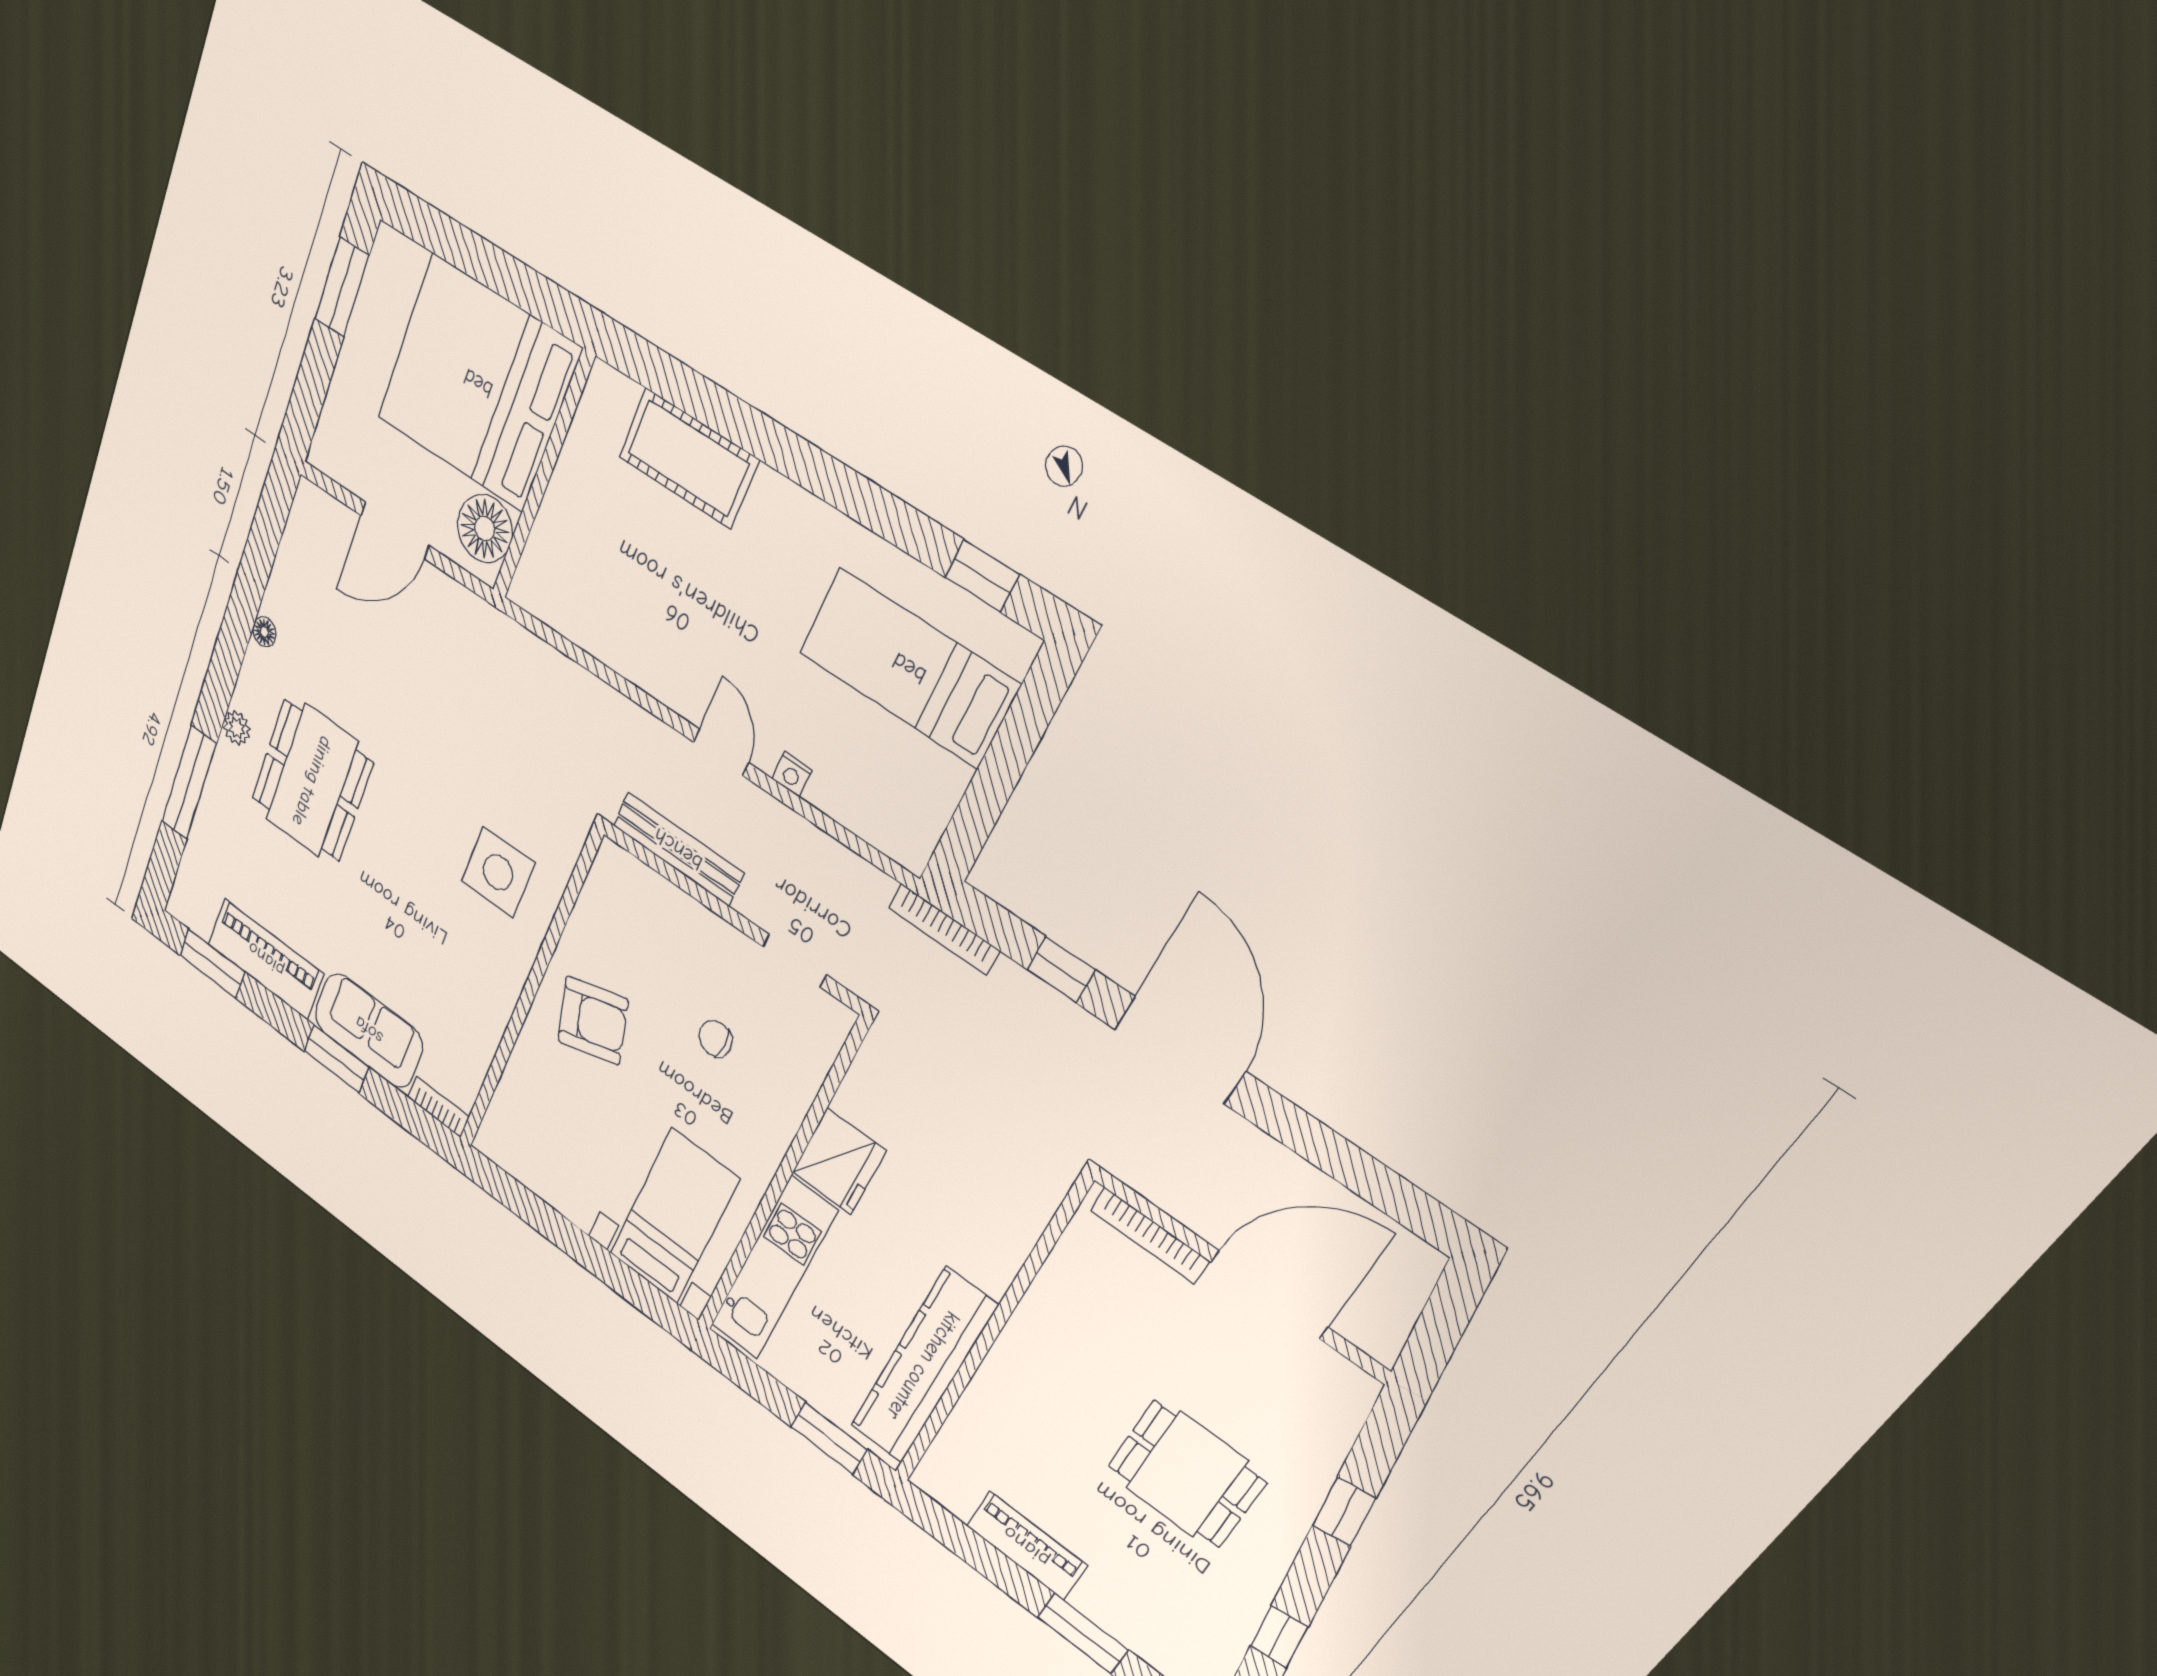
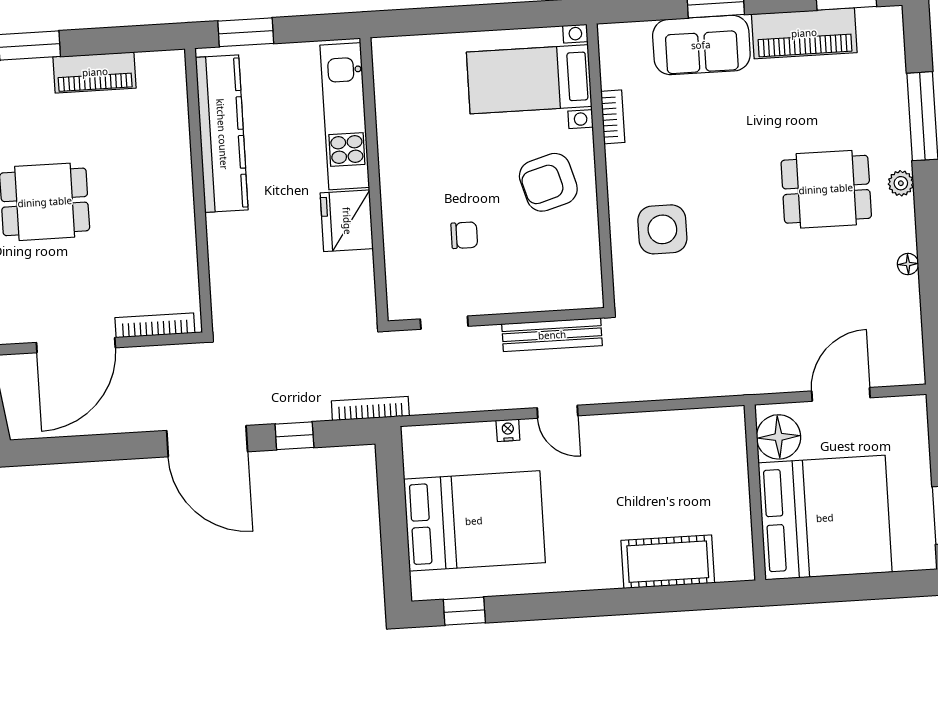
bed: (909, 668) -> (474, 521), width x1.50
dining table: (312, 781) -> (826, 189), width x0.73
bookcase: (439, 1107) -> (613, 117), moved, turned -90
bed with nightstands: (674, 1217) -> (529, 79), moved, turned 90

